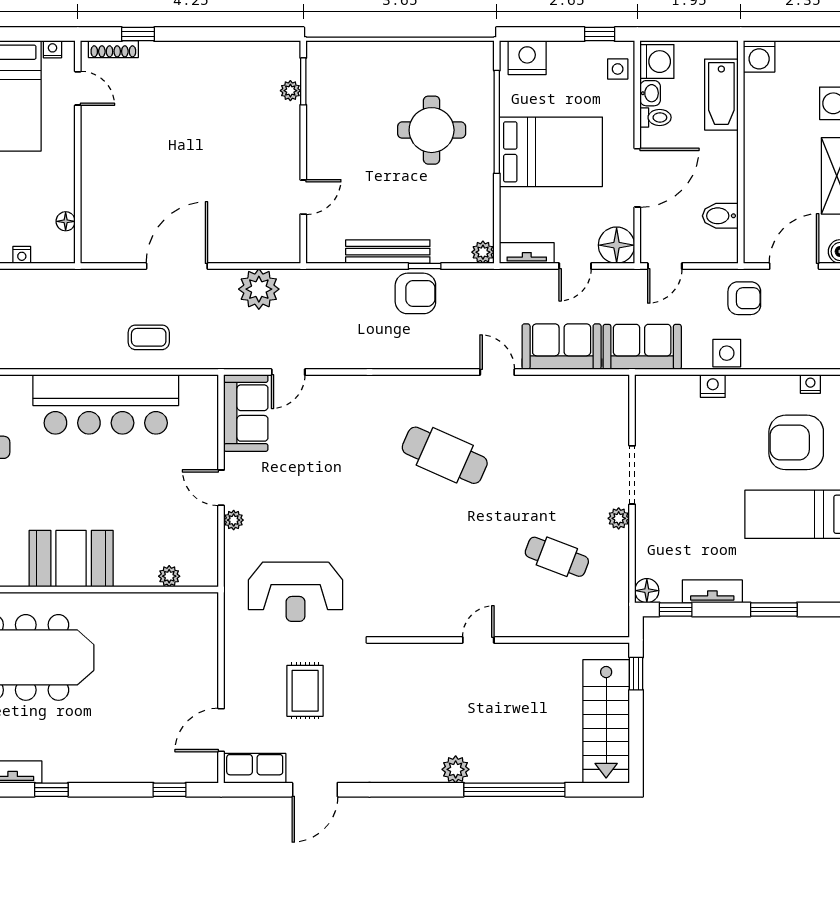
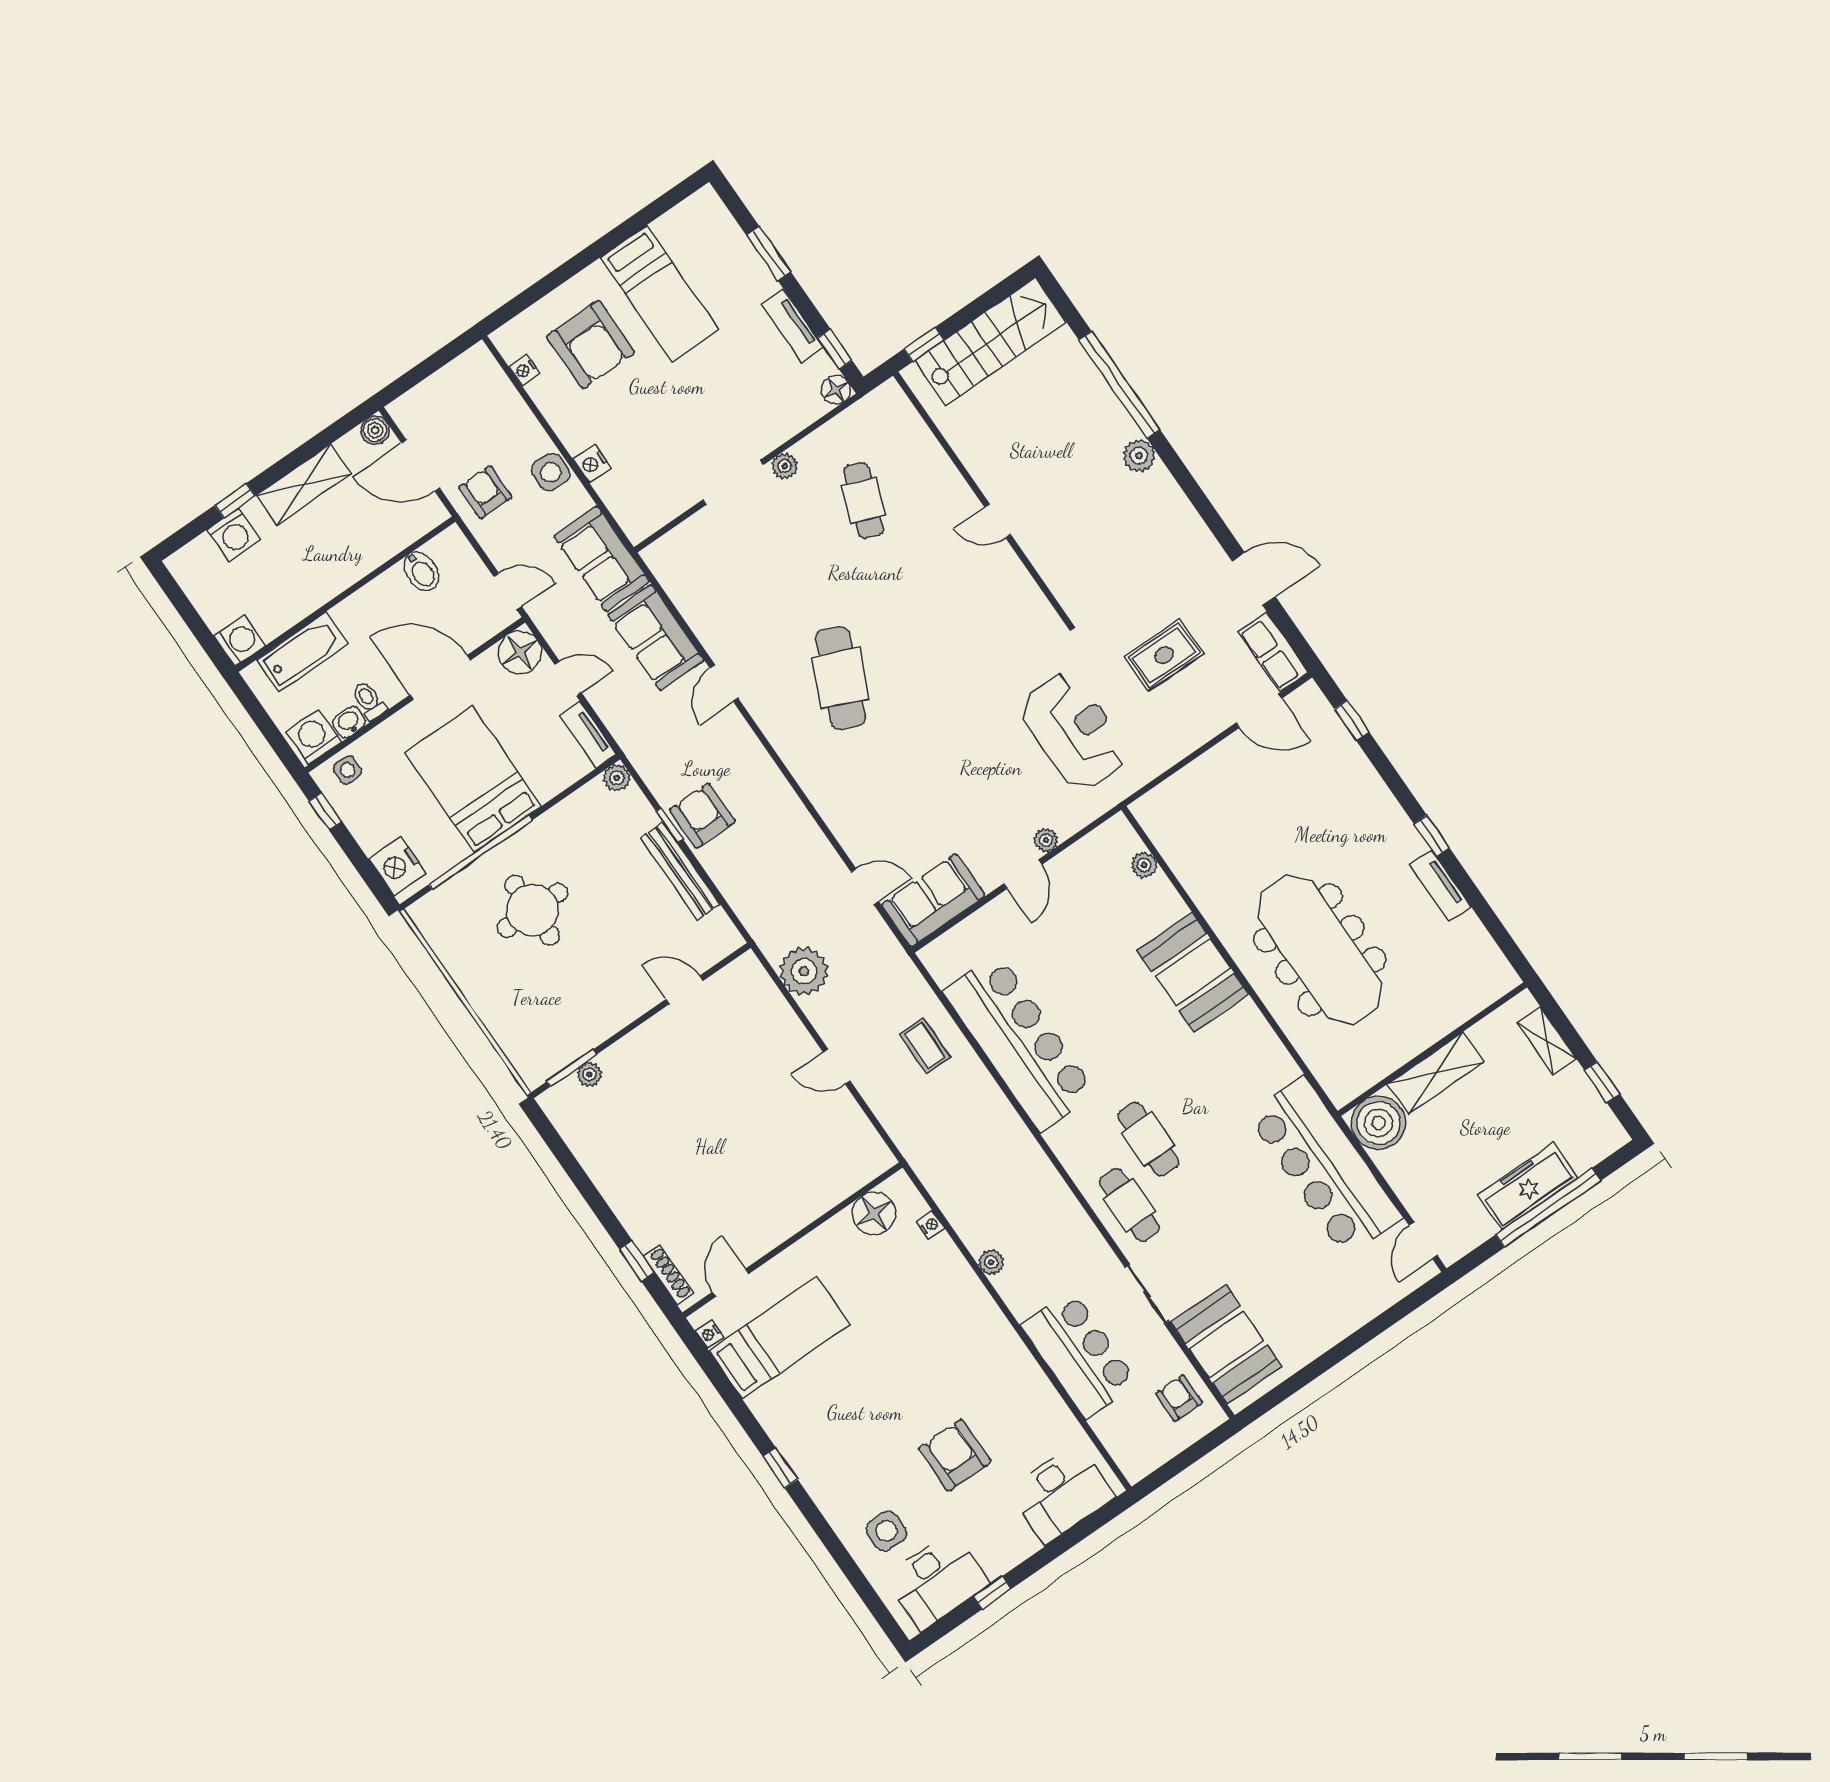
floor lamp: (66, 221) -> (874, 1213), width x1.89, depth x1.89
door: (177, 266) -> (837, 1067), width x0.53

